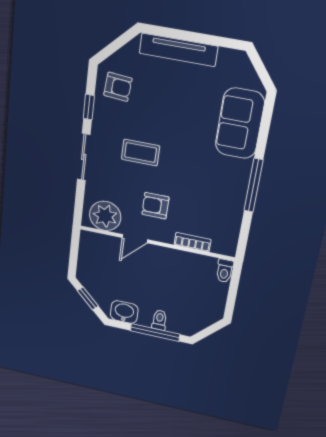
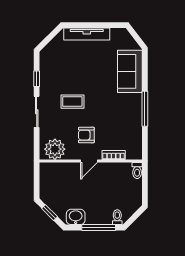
armchair: (118, 87) -> (53, 63), removed
door: (135, 239) -> (89, 161), moved
toilet: (159, 320) -> (117, 217), moved

